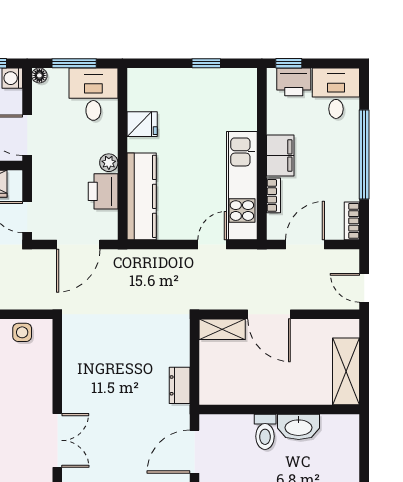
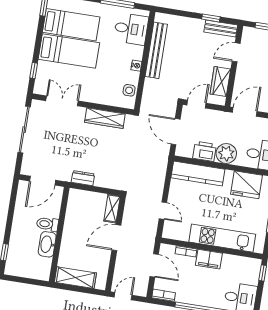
printer: (294, 82) -> (251, 274), removed
fridge: (142, 124) -> (247, 185), width x1.88, depth x1.34
plant: (109, 163) -> (226, 153), width x1.87, depth x1.87
kitchen unit: (242, 186) -> (222, 238), moved
wardrobe: (75, 365) -> (105, 118), added
double door: (57, 440) -> (62, 101), swing flipped
door: (194, 452) -> (43, 181), swing flipped

